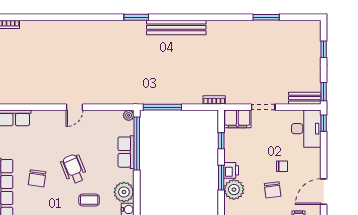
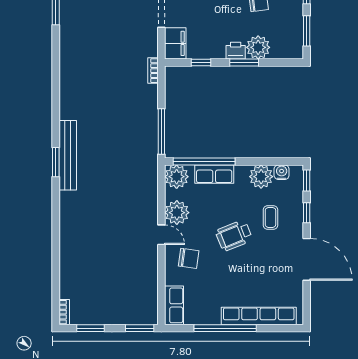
bench: (176, 27) -> (68, 155), moved
plant: (129, 115) -> (177, 177), width x1.88, depth x1.88
plant: (93, 120) -> (177, 213), added
chair: (37, 178) -> (189, 258), moved

